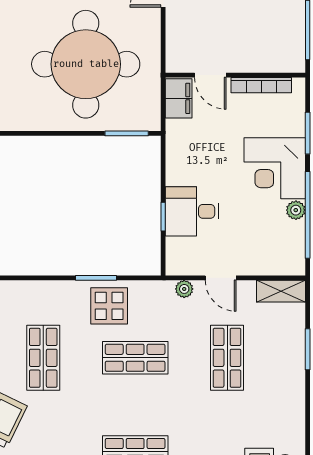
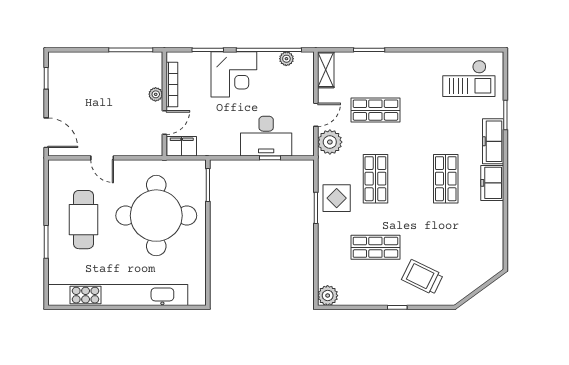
plant: (248, 63) -> (156, 94), added
plant: (296, 210) -> (286, 59), moved
desk: (192, 211) -> (266, 136), width x1.37
plant: (184, 289) -> (330, 142), width x1.88, depth x1.88

